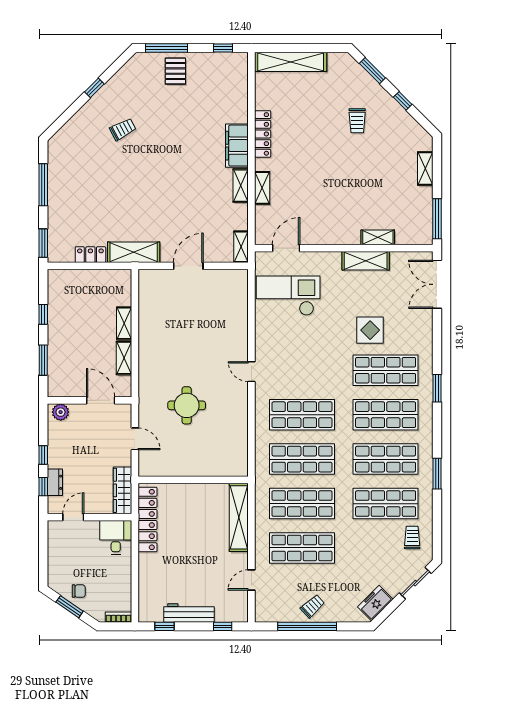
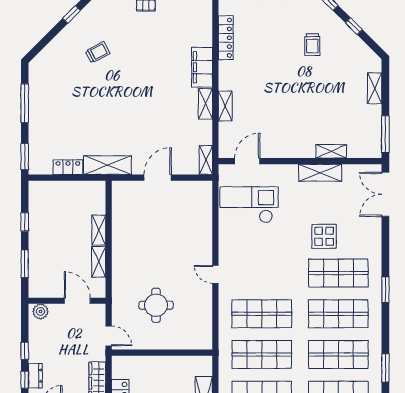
locker: (263, 134) -> (226, 38), moved
wall: (193, 480) -> (162, 353), moved

